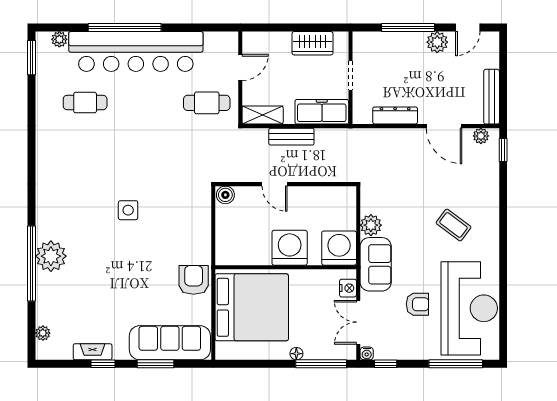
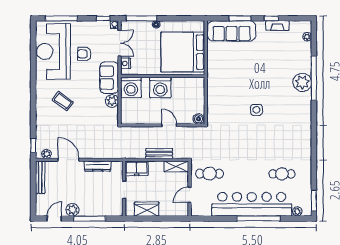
freezer: (322, 112) -> (137, 168), width x0.71
armchair: (194, 280) -> (217, 68), removed

